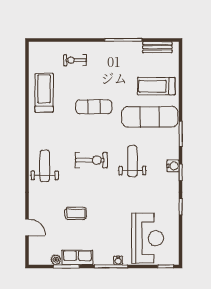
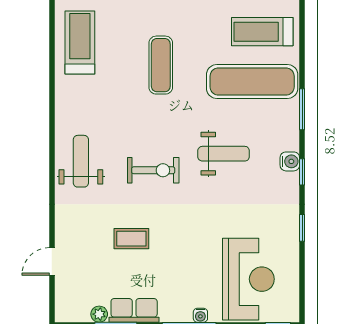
exercise mat: (94, 107) -> (161, 65), turned 90
exercise bike: (91, 160) -> (153, 170), moved
weight bench: (132, 161) -> (224, 154), turned 90
door: (27, 227) -> (52, 261), swing flipped

